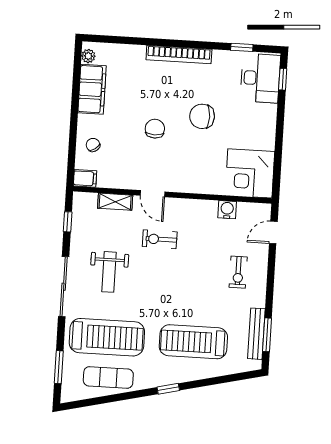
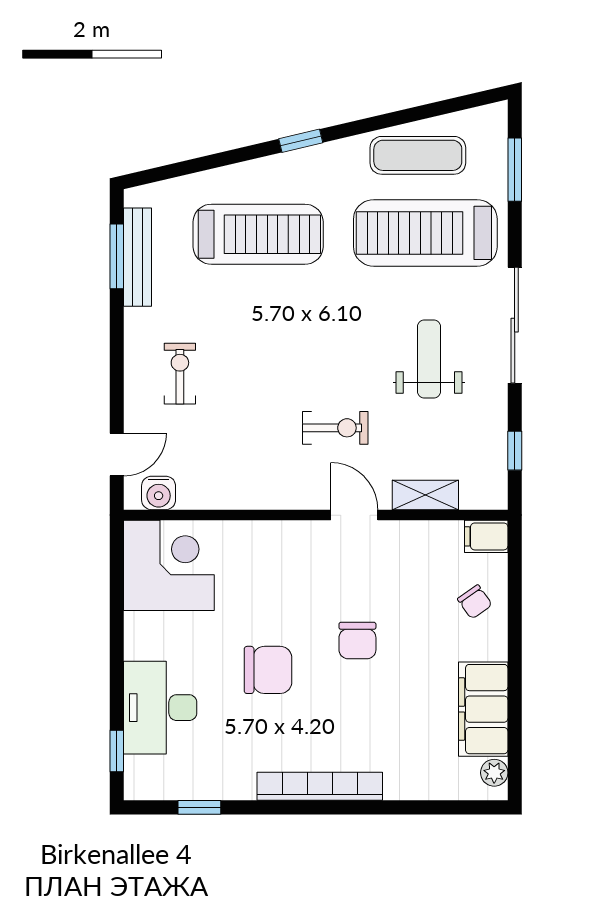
desk: (260, 78) -> (160, 708), moved
water cooler: (227, 210) -> (159, 493), moved

